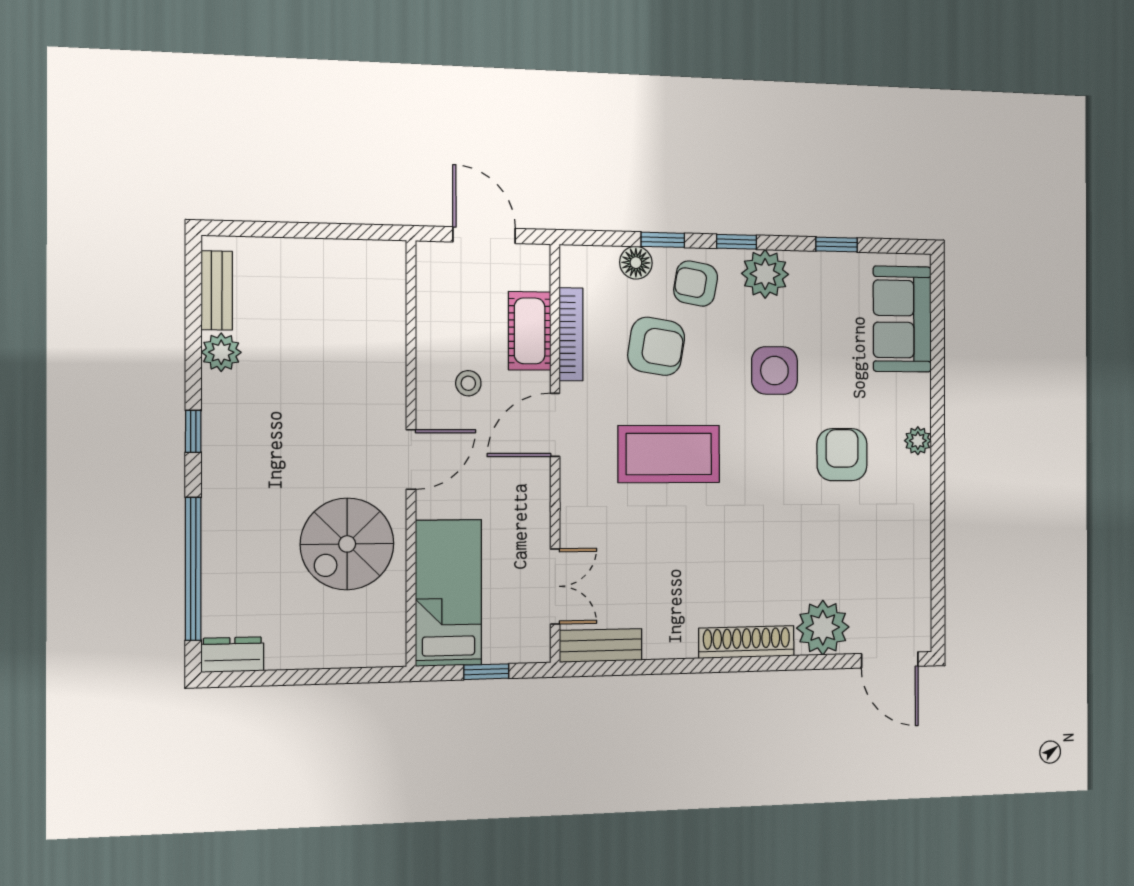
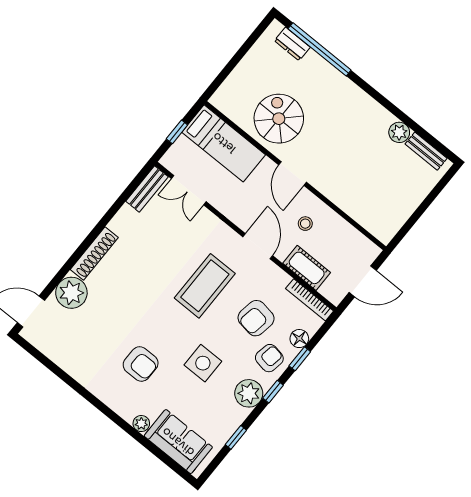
bookcase: (571, 334) -> (310, 300), moved
window: (193, 431) -> (376, 95), removed
plant: (918, 441) -> (141, 424), moved
dresser: (232, 655) -> (292, 44), moved, turned 90

